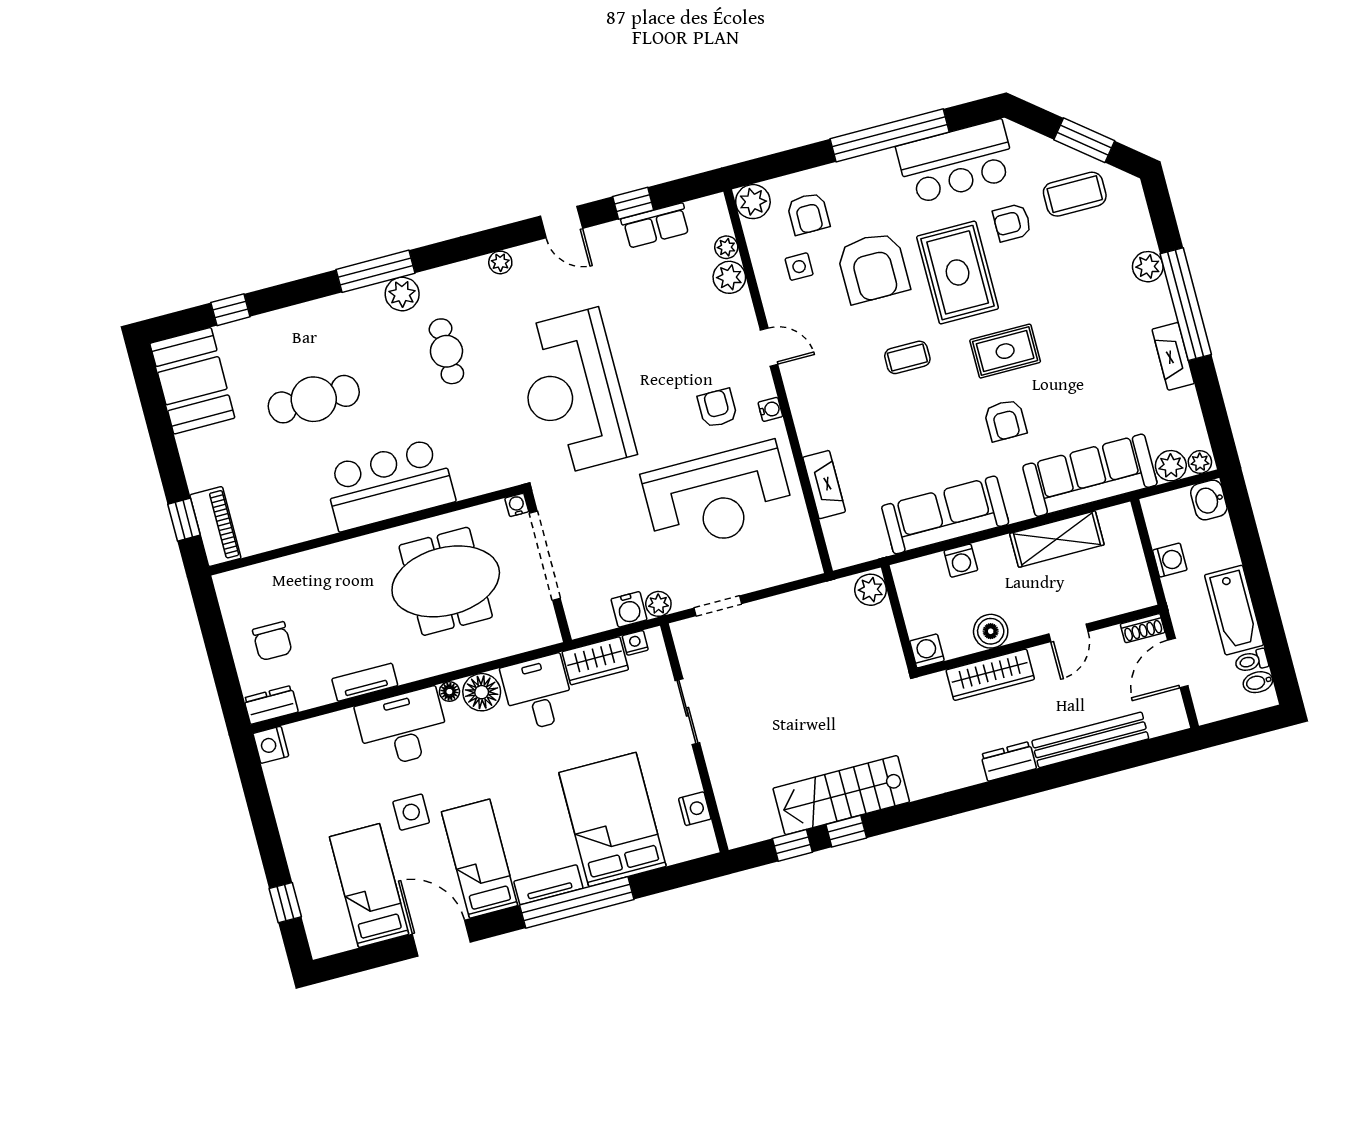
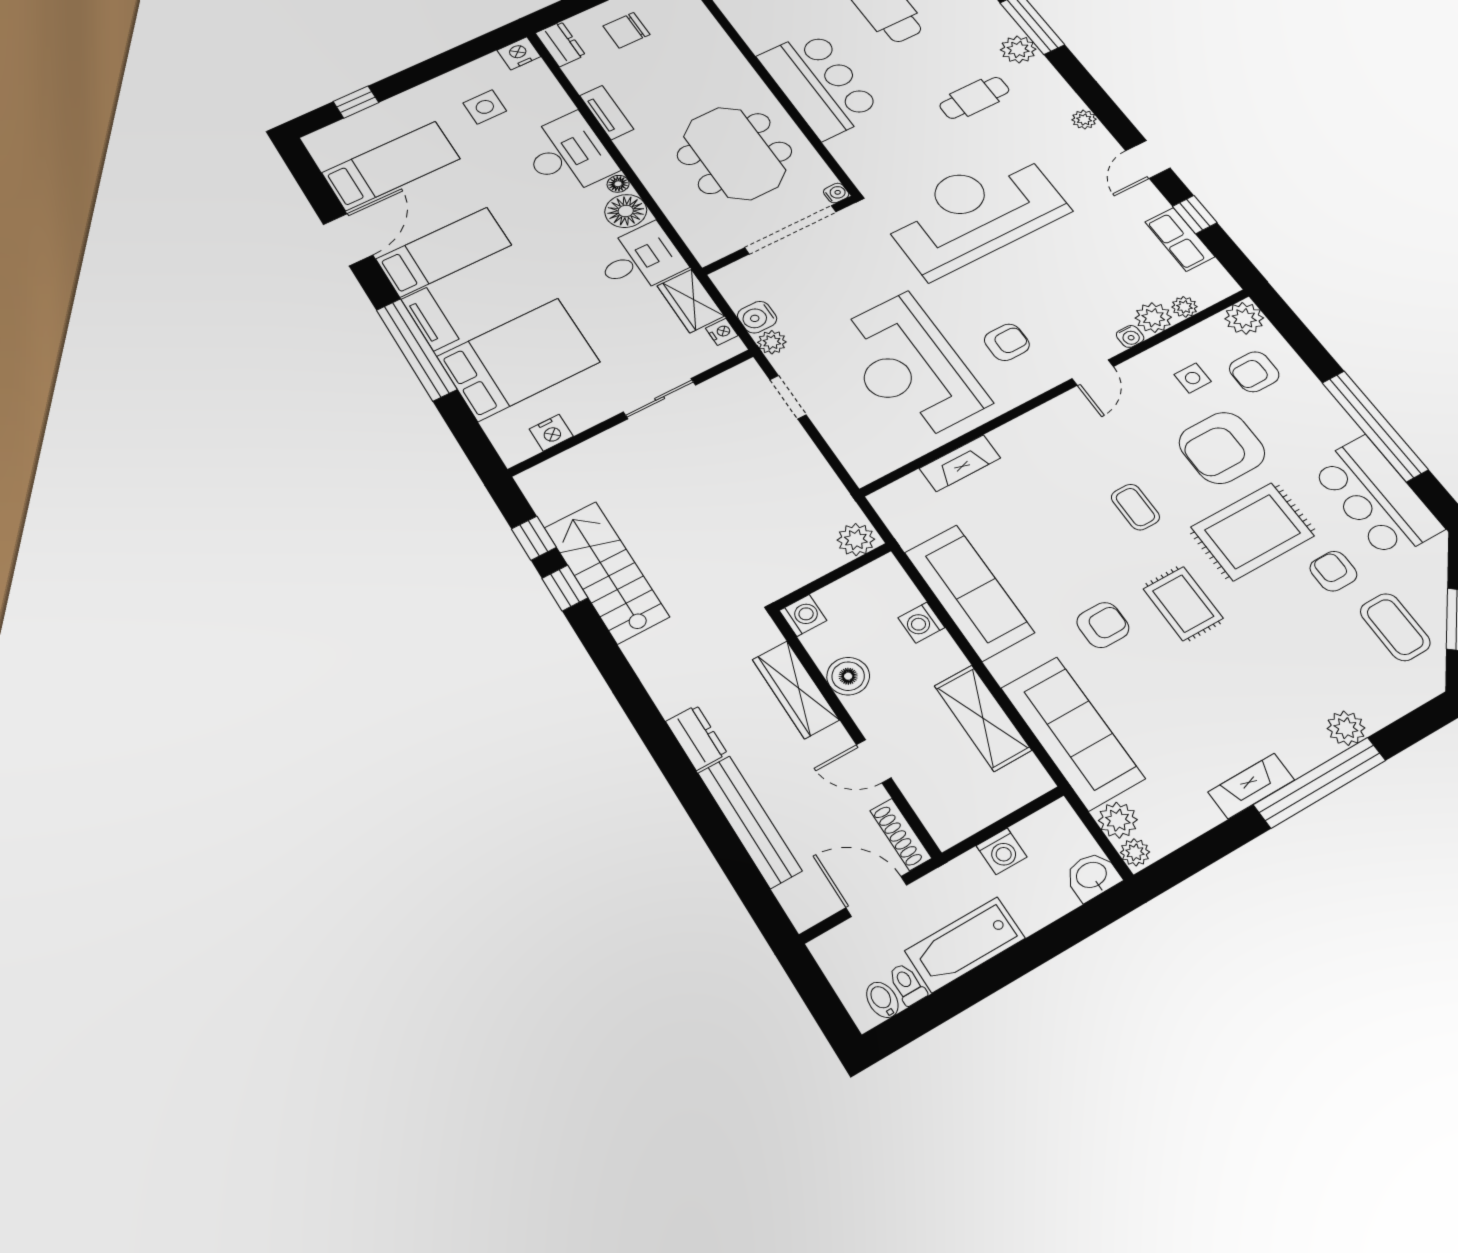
water cooler: (770, 409) -> (1130, 336), moved
armchair: (1005, 420) -> (1103, 625), turned 180
shoe rack: (1143, 628) -> (901, 834), width x1.43
side table: (411, 812) -> (485, 107), moved

